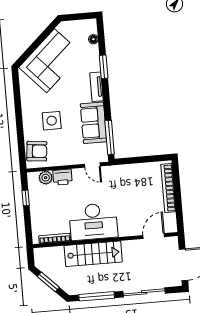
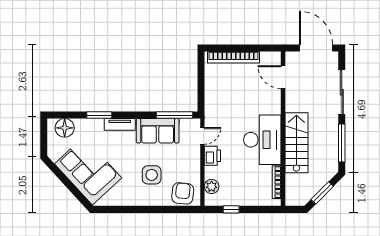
floor lamp: (93, 39) -> (65, 128), width x1.89, depth x1.89
printer: (63, 177) -> (212, 156), moved

